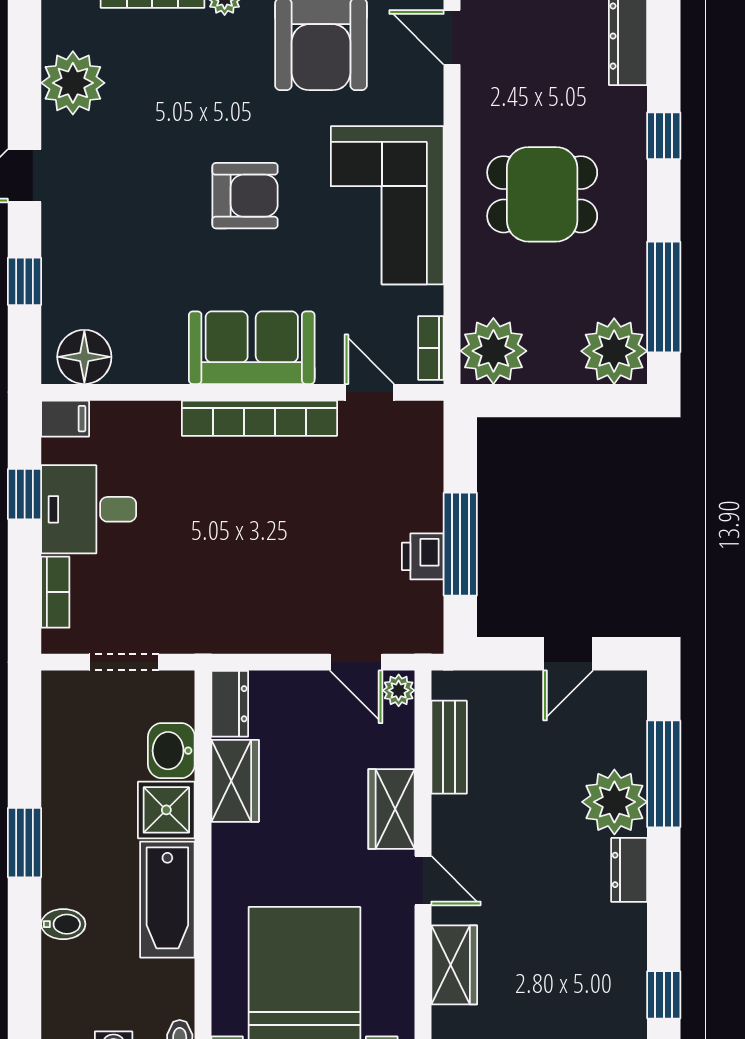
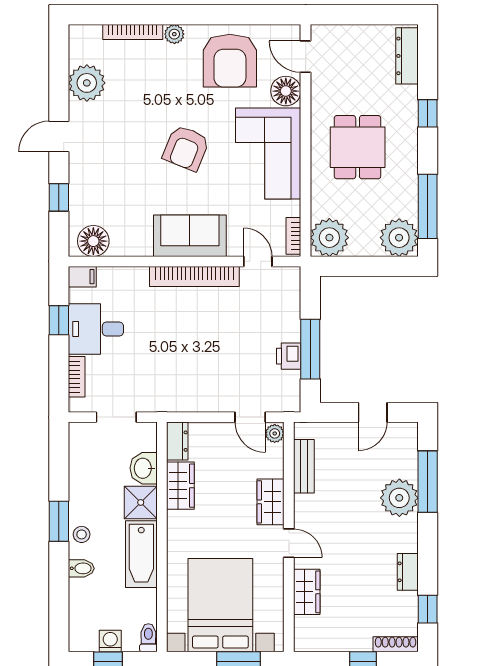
floor lamp: (418, 97) -> (286, 91), added
dining table: (542, 194) -> (358, 147), turned 90
armchair: (245, 196) -> (186, 148), turned 112
stool: (64, 865) -> (82, 534), added
dresser: (629, 870) -> (408, 572), moved

